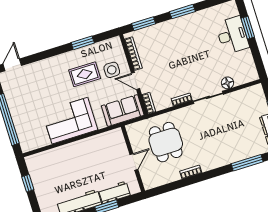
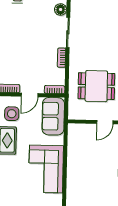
door: (134, 162) -> (105, 122), swing flipped

